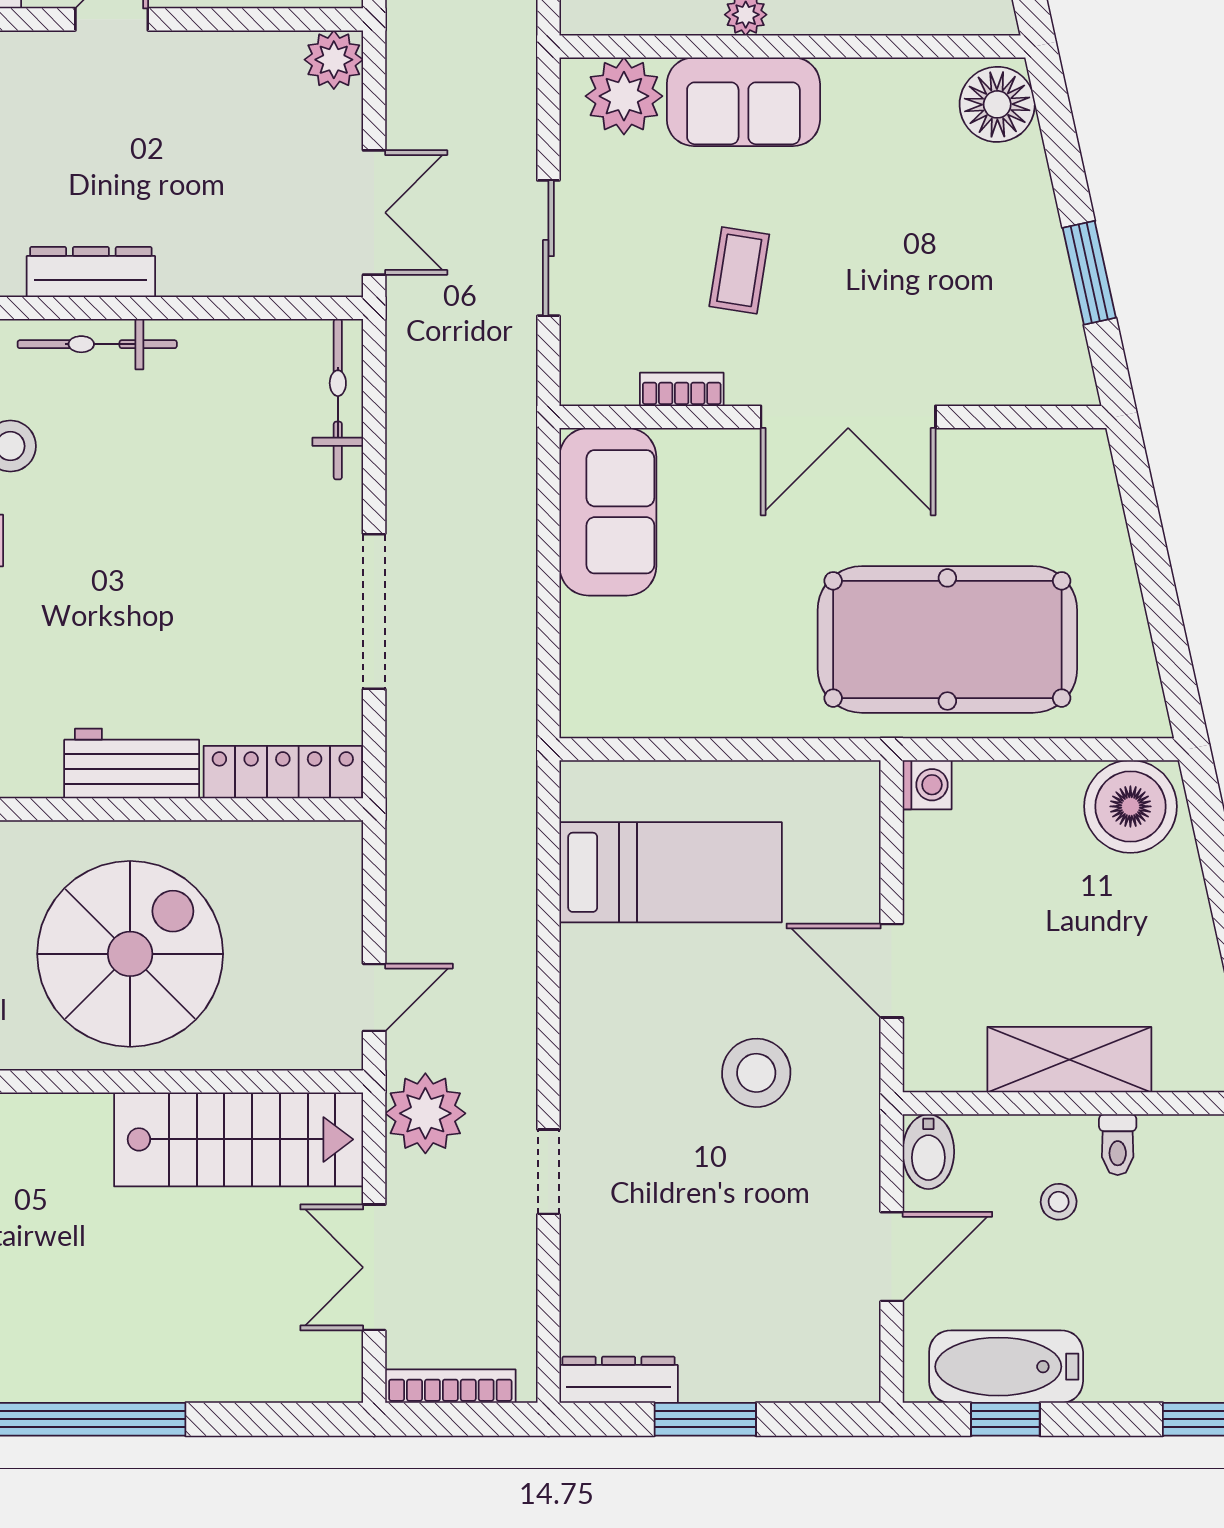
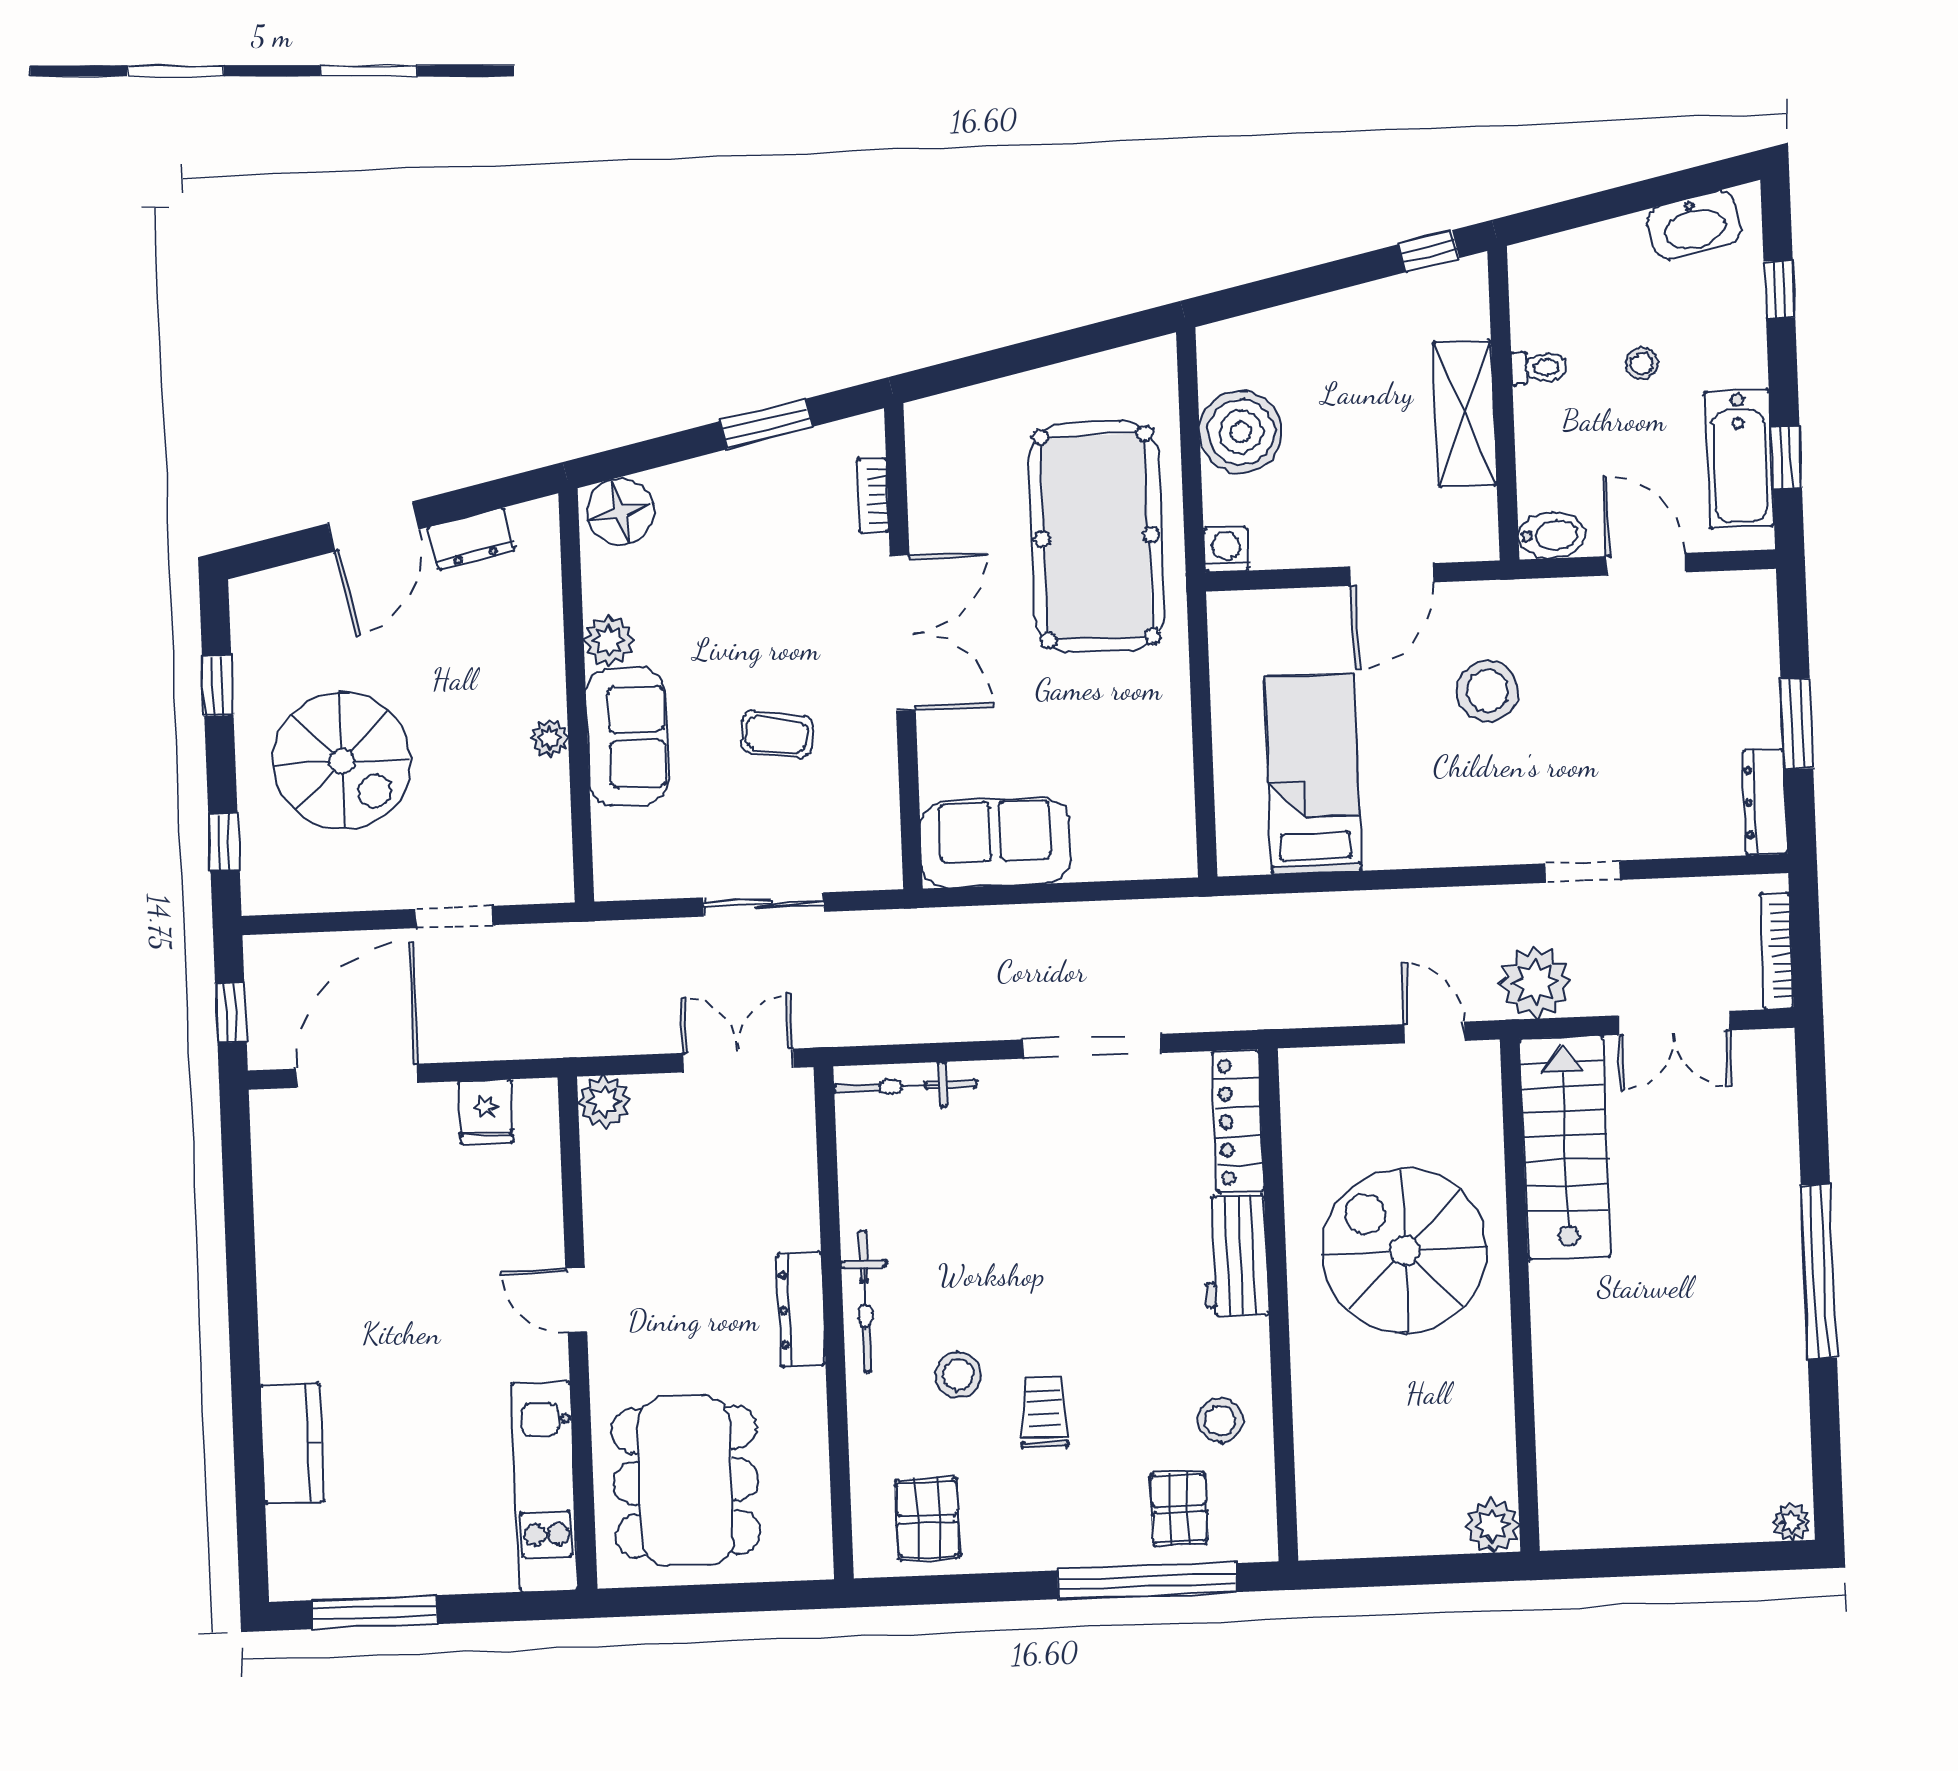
plant: (624, 96) -> (609, 640), moved, width x0.73, depth x0.73
bookcase: (682, 389) -> (873, 496), moved
boiler: (1130, 806) -> (1241, 432), moved
stool: (1059, 1202) -> (1642, 363), moved

